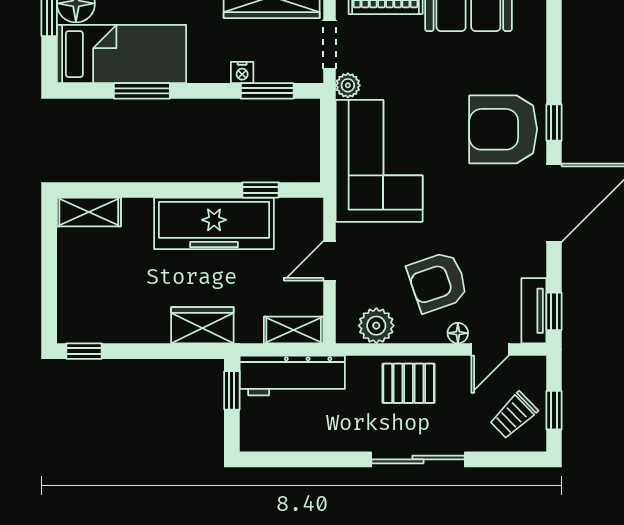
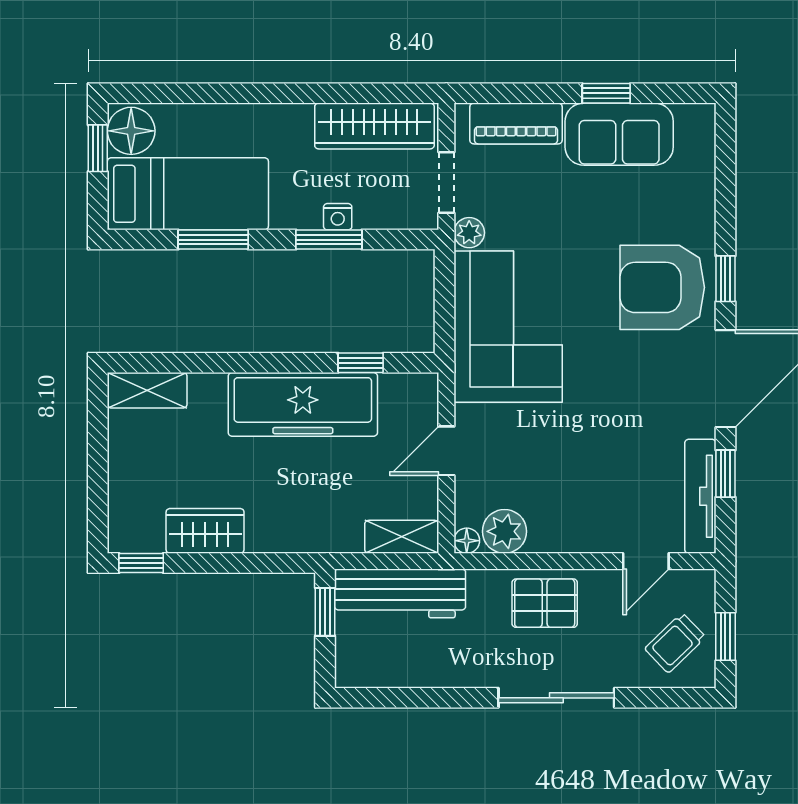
window: (267, 91) -> (329, 240), moved
armchair: (438, 282) -> (581, 477), removed
tv unit: (534, 311) -> (700, 496), width x1.41
window: (554, 311) -> (725, 474), moved
wardrobe: (202, 325) -> (205, 531), moved
floor lamp: (458, 333) -> (467, 541), moved

